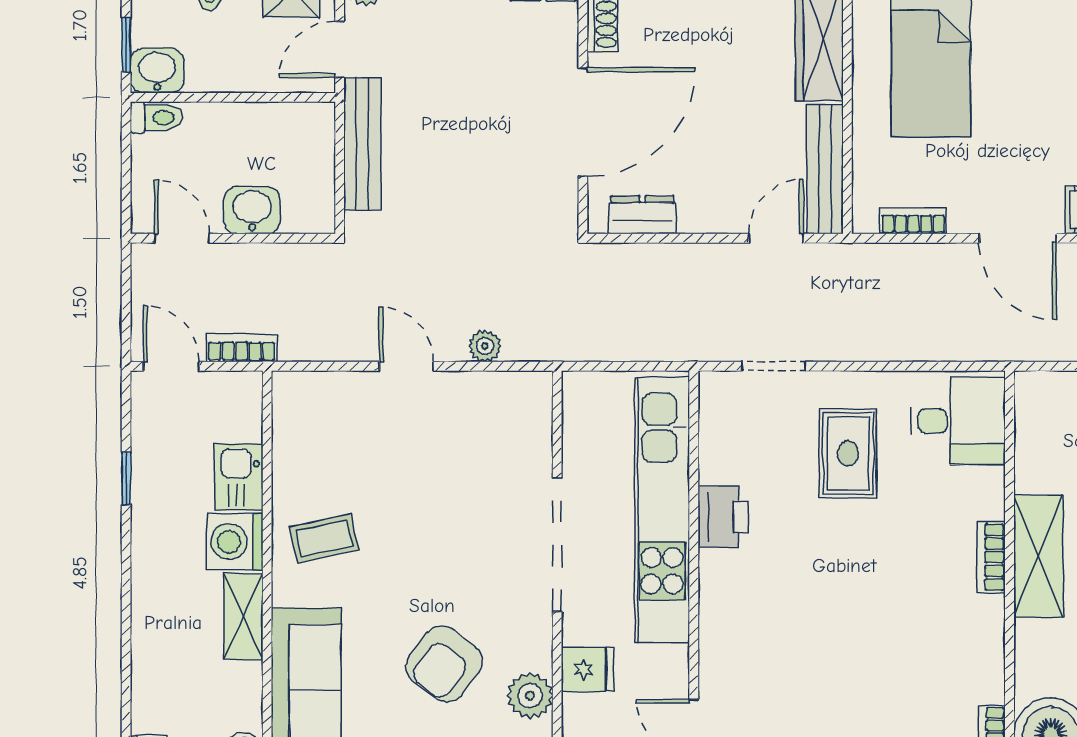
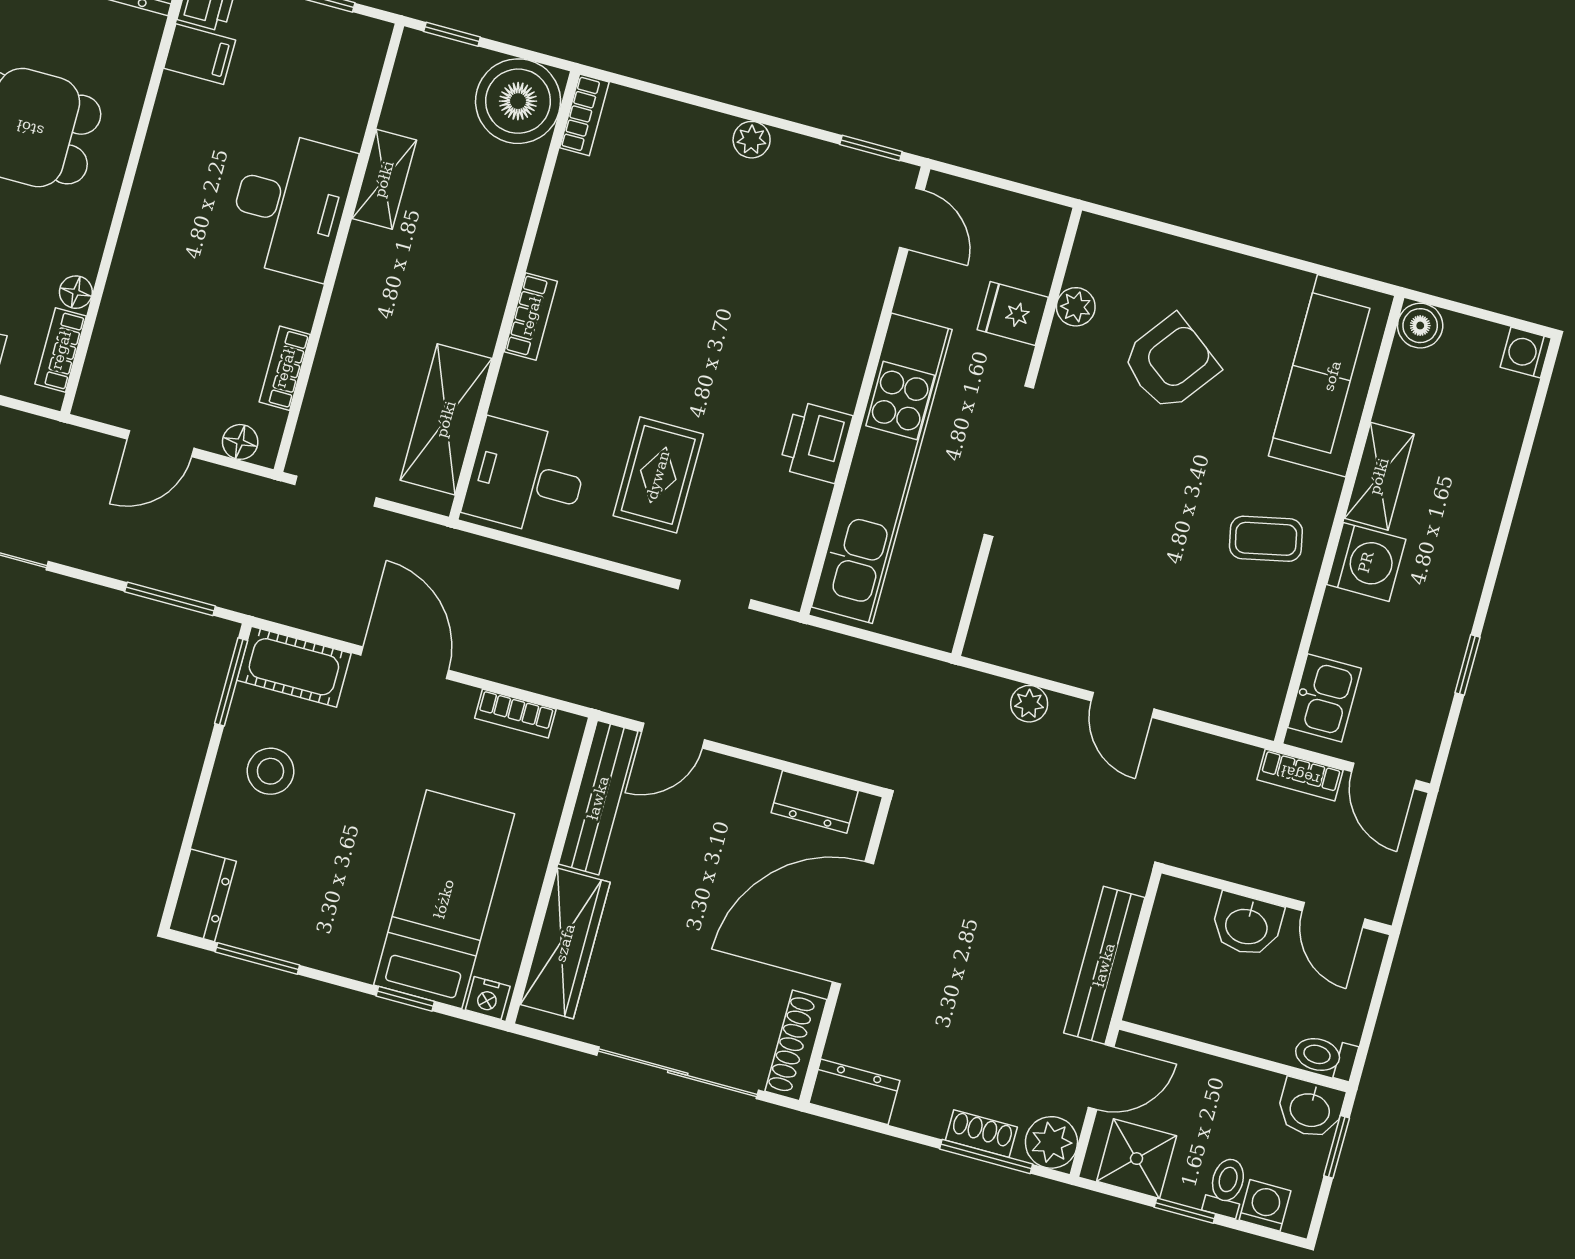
kitchen sink: (239, 477) -> (1325, 698), moved
shelving: (1038, 556) -> (446, 419), moved
plant: (530, 696) -> (1076, 307), width x0.73, depth x0.73

